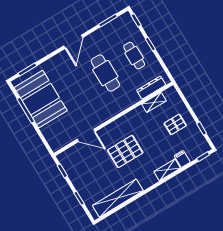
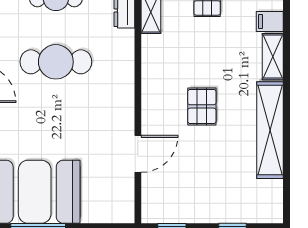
pallet: (125, 151) -> (202, 106), width x0.67, depth x0.71
shelving: (118, 198) -> (270, 130), moved

